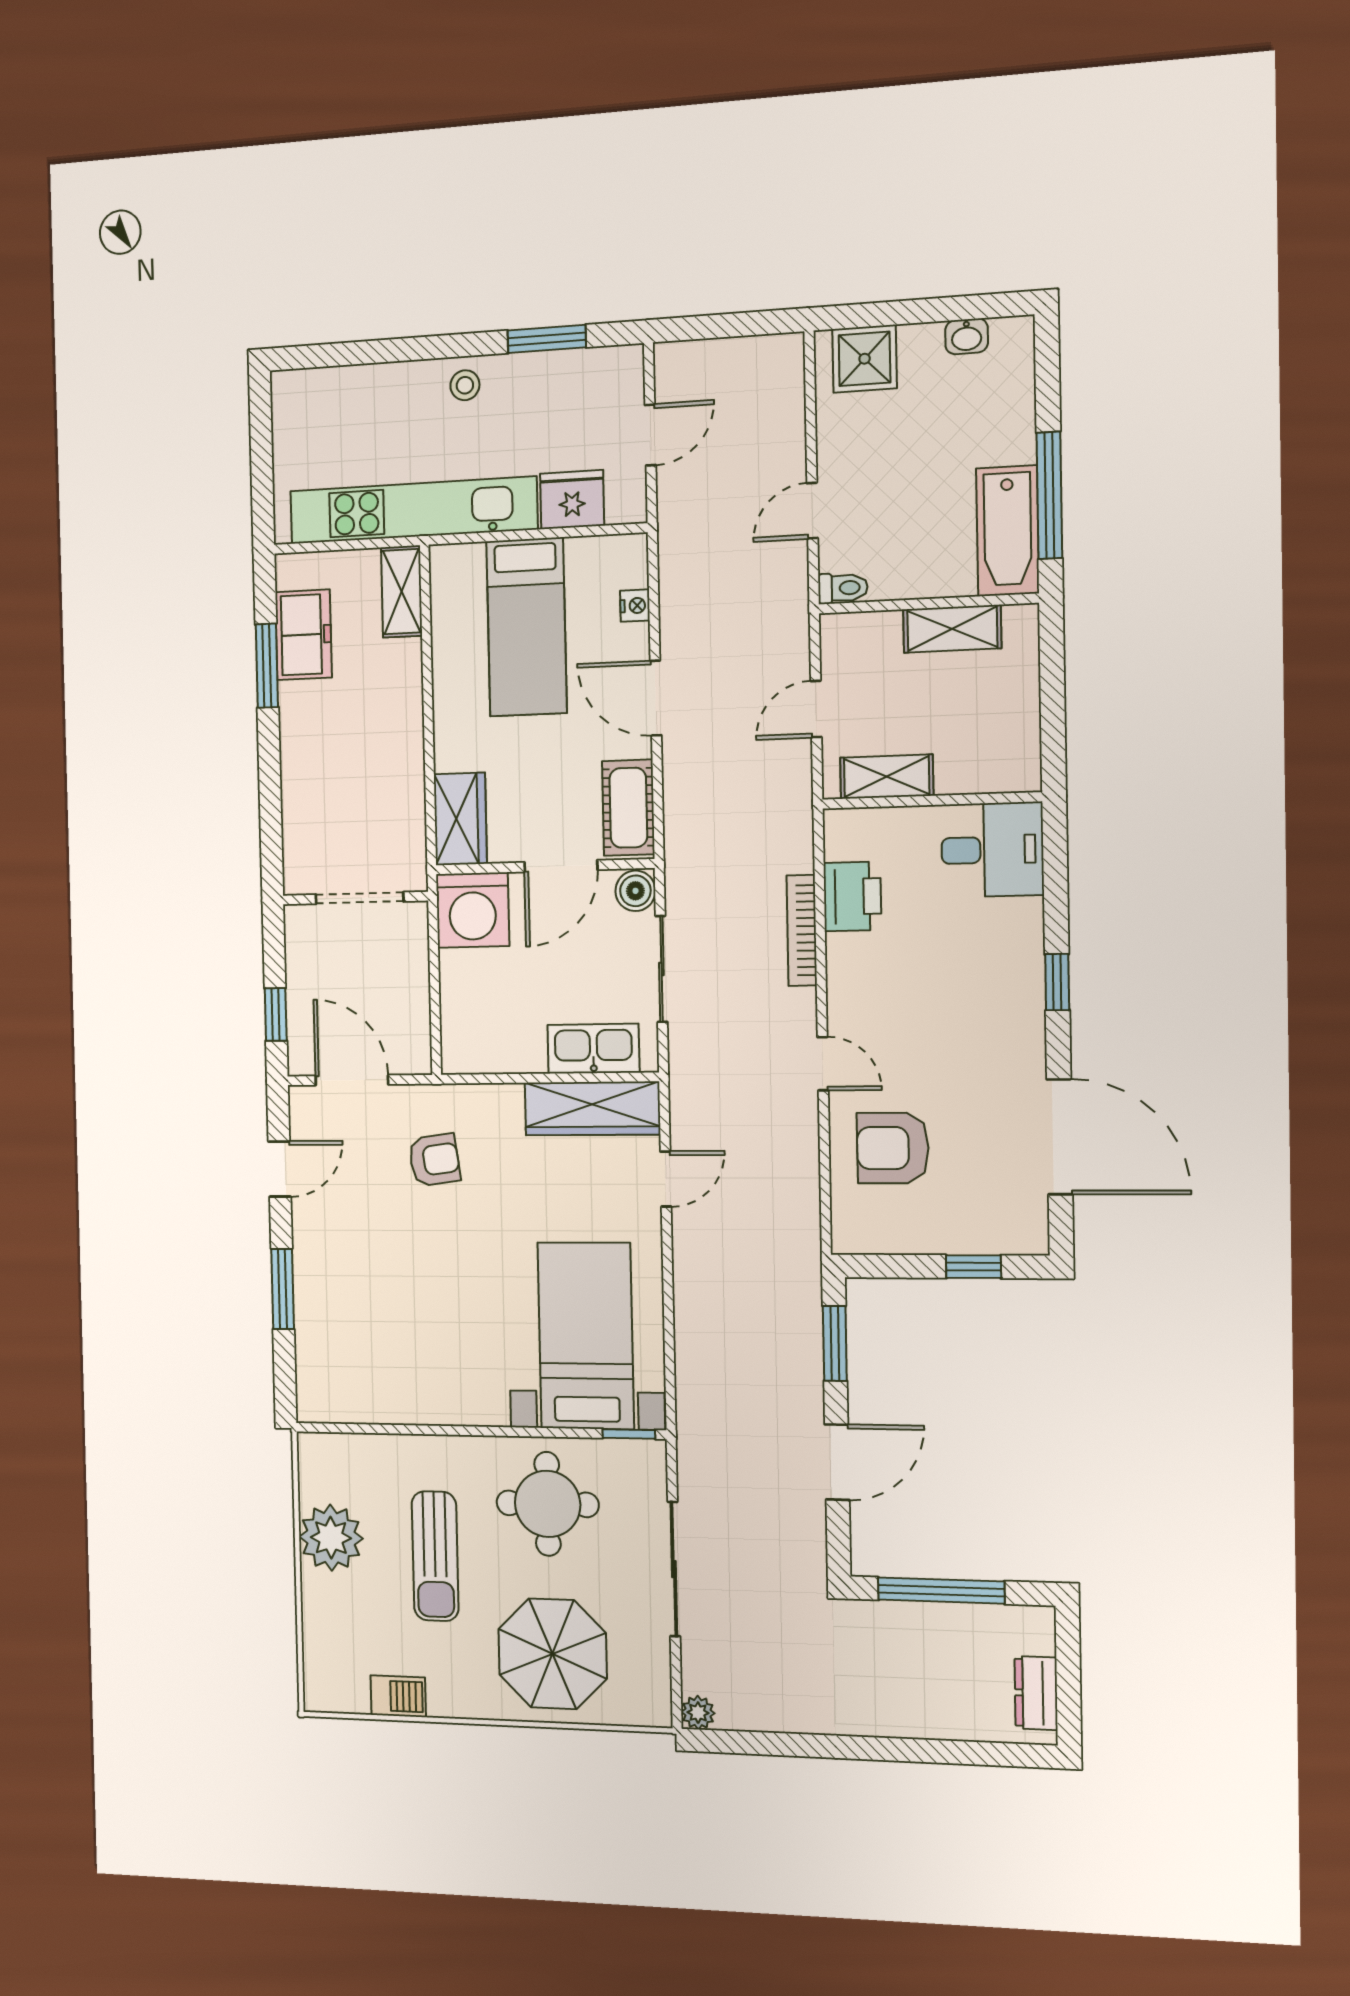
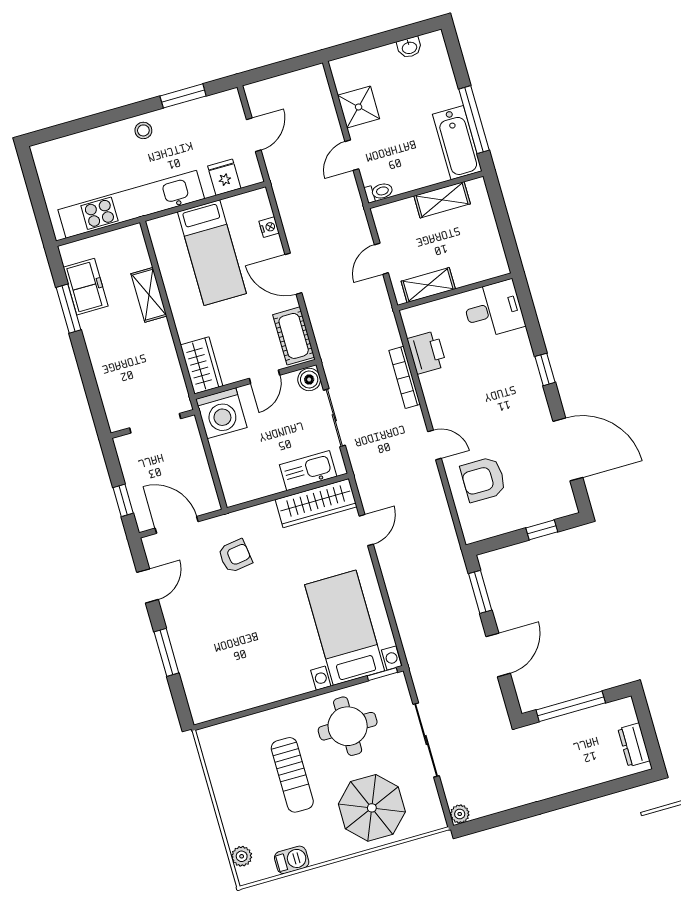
shower: (865, 359) -> (359, 107), moved
fridge: (572, 500) -> (224, 177), width x0.72
shelving: (402, 592) -> (149, 295), moved
door: (561, 866) -> (265, 377), width x0.73
plant: (331, 1538) -> (242, 856), moved, width x0.53, depth x0.53

